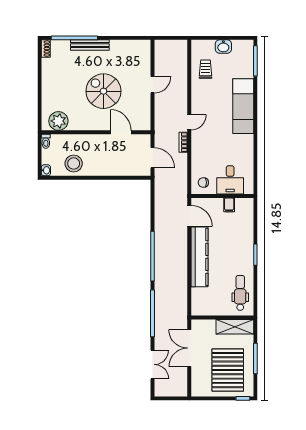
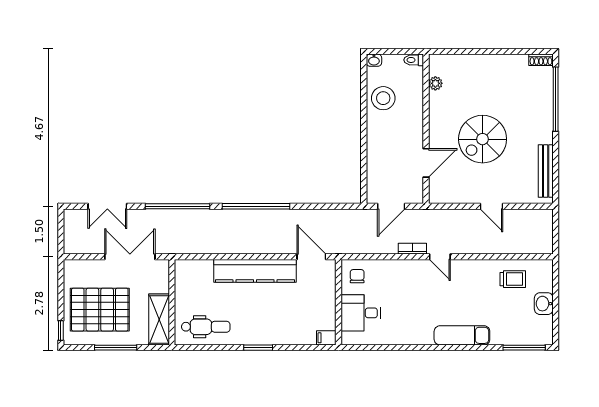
bench: (90, 45) -> (546, 171), moved
spiral stairs: (103, 91) -> (483, 139), turned 180
exam couch: (243, 106) -> (462, 335), width x0.73, depth x0.69
plant: (58, 121) -> (435, 83), width x0.53, depth x0.53
filing cabinet: (229, 205) -> (326, 338), moved
door: (189, 216) -> (311, 257), swing flipped

